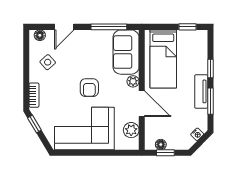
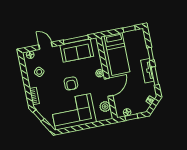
door: (64, 27) -> (46, 46), swing flipped
sofa: (126, 52) -> (77, 51), moved, turned -90
door: (142, 104) -> (109, 87), hinge flipped

